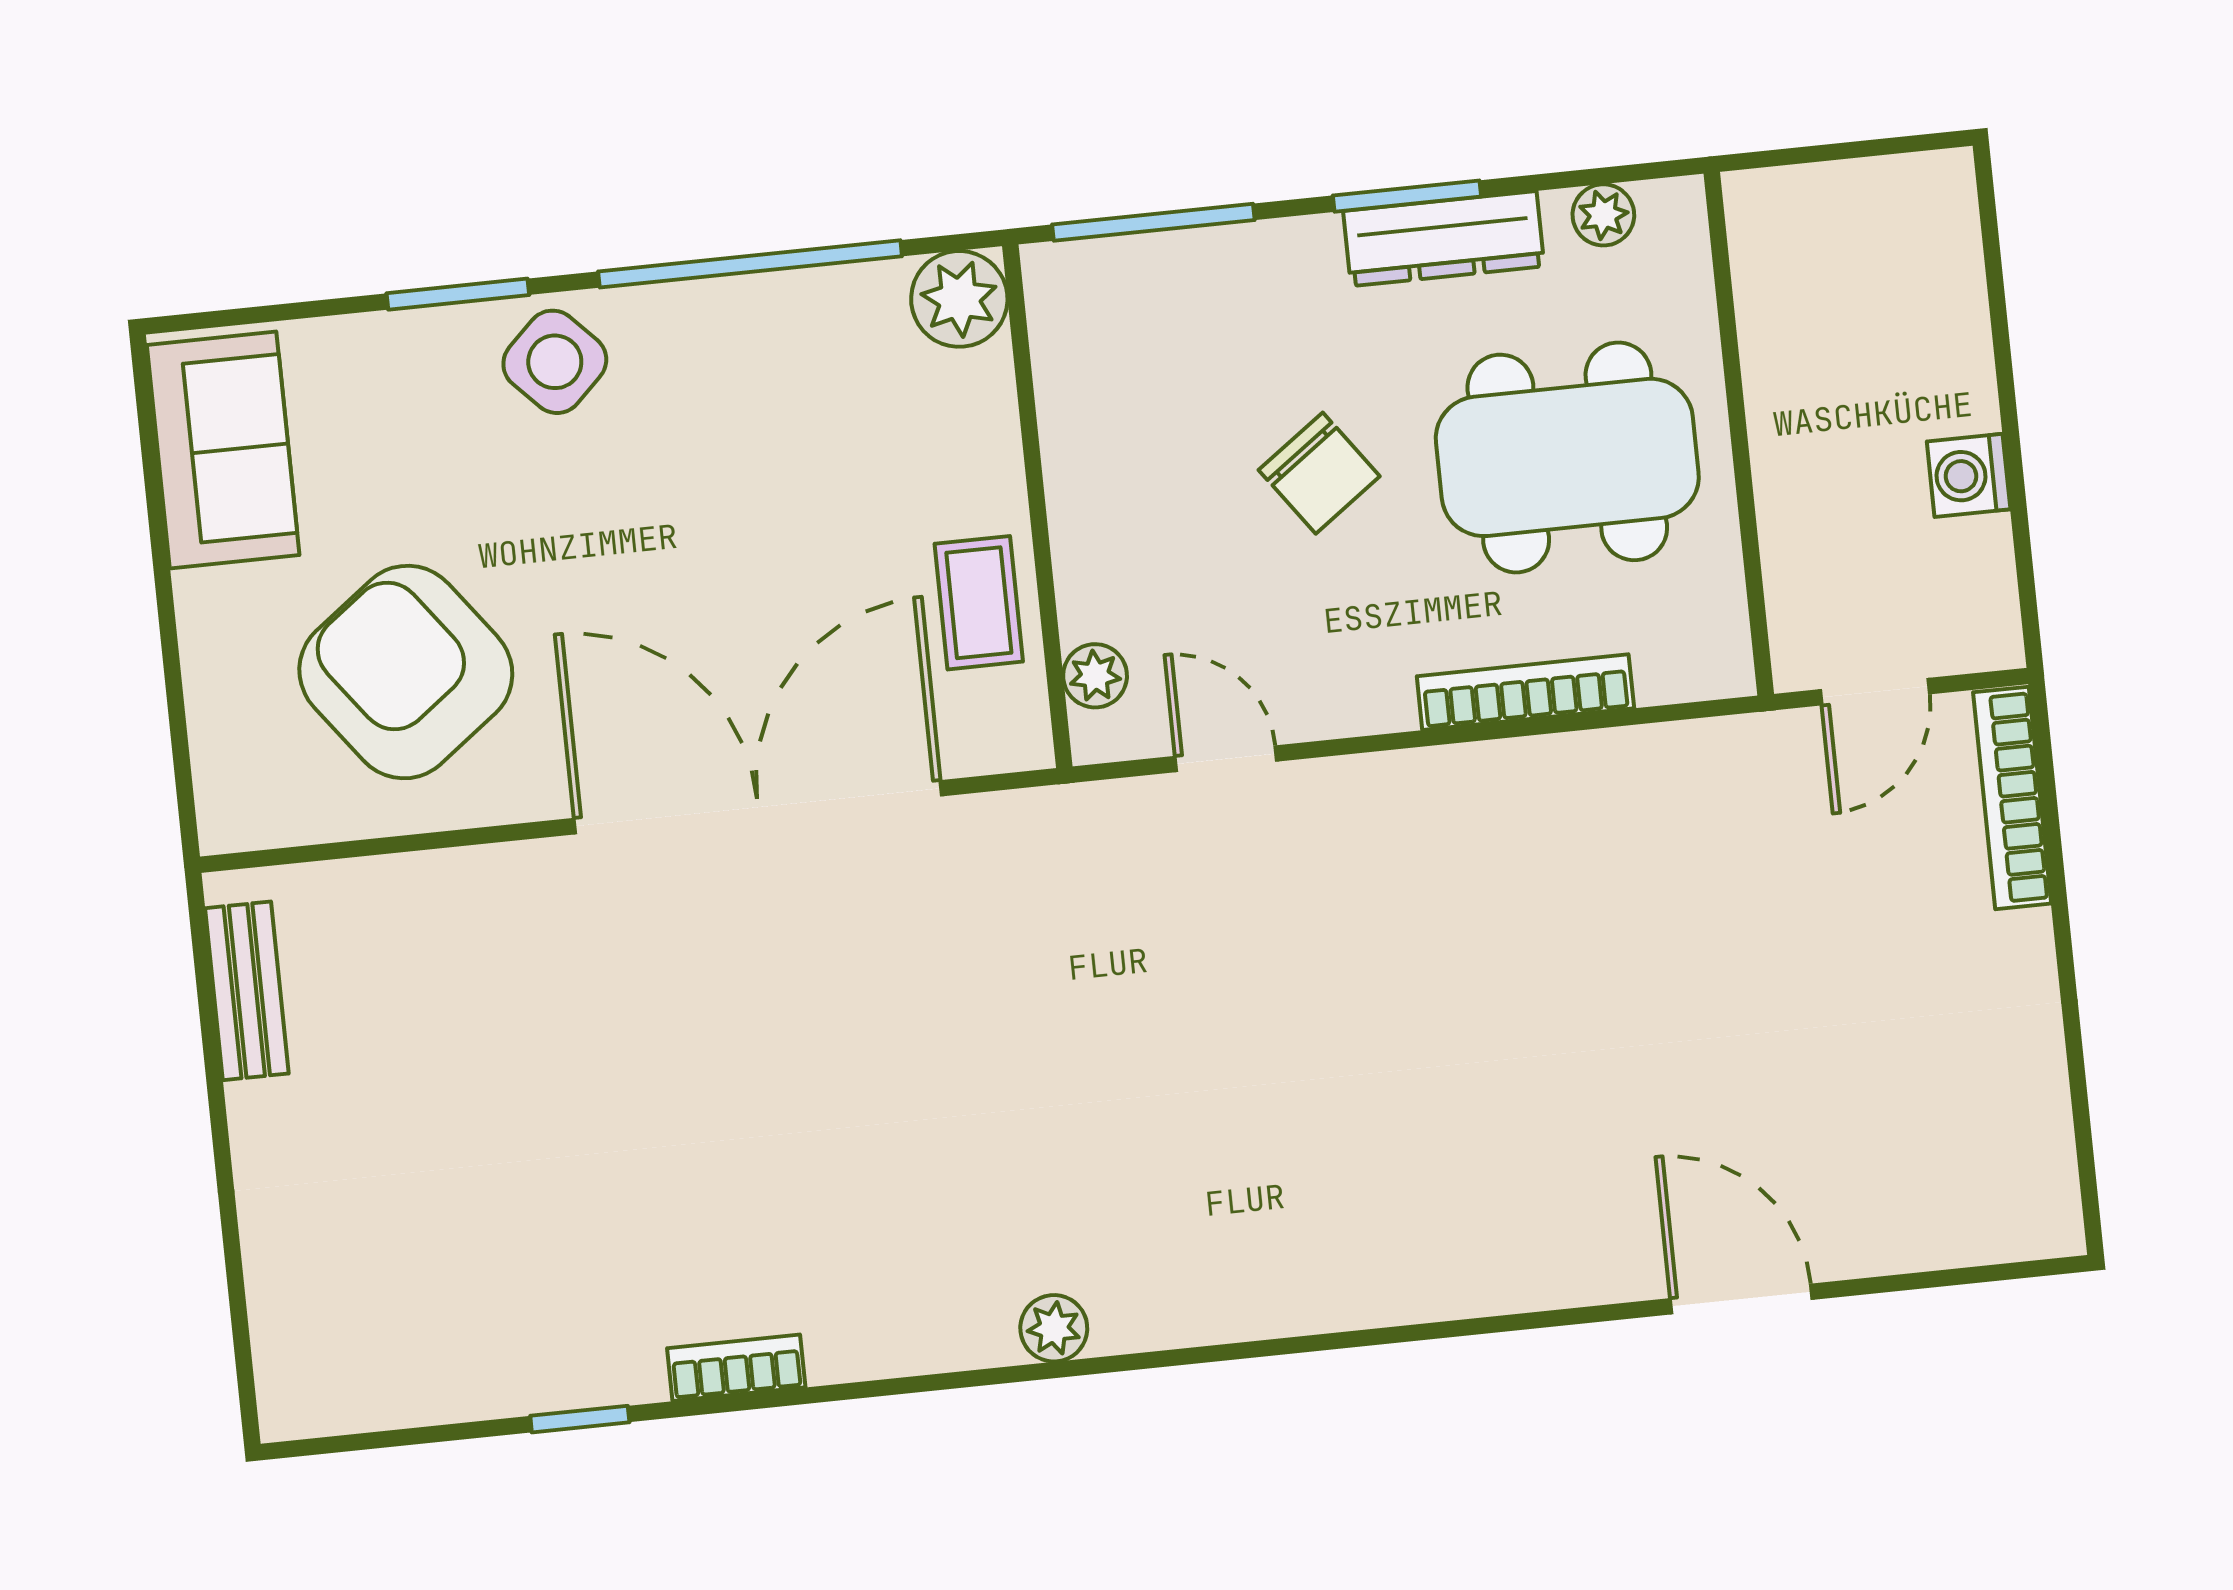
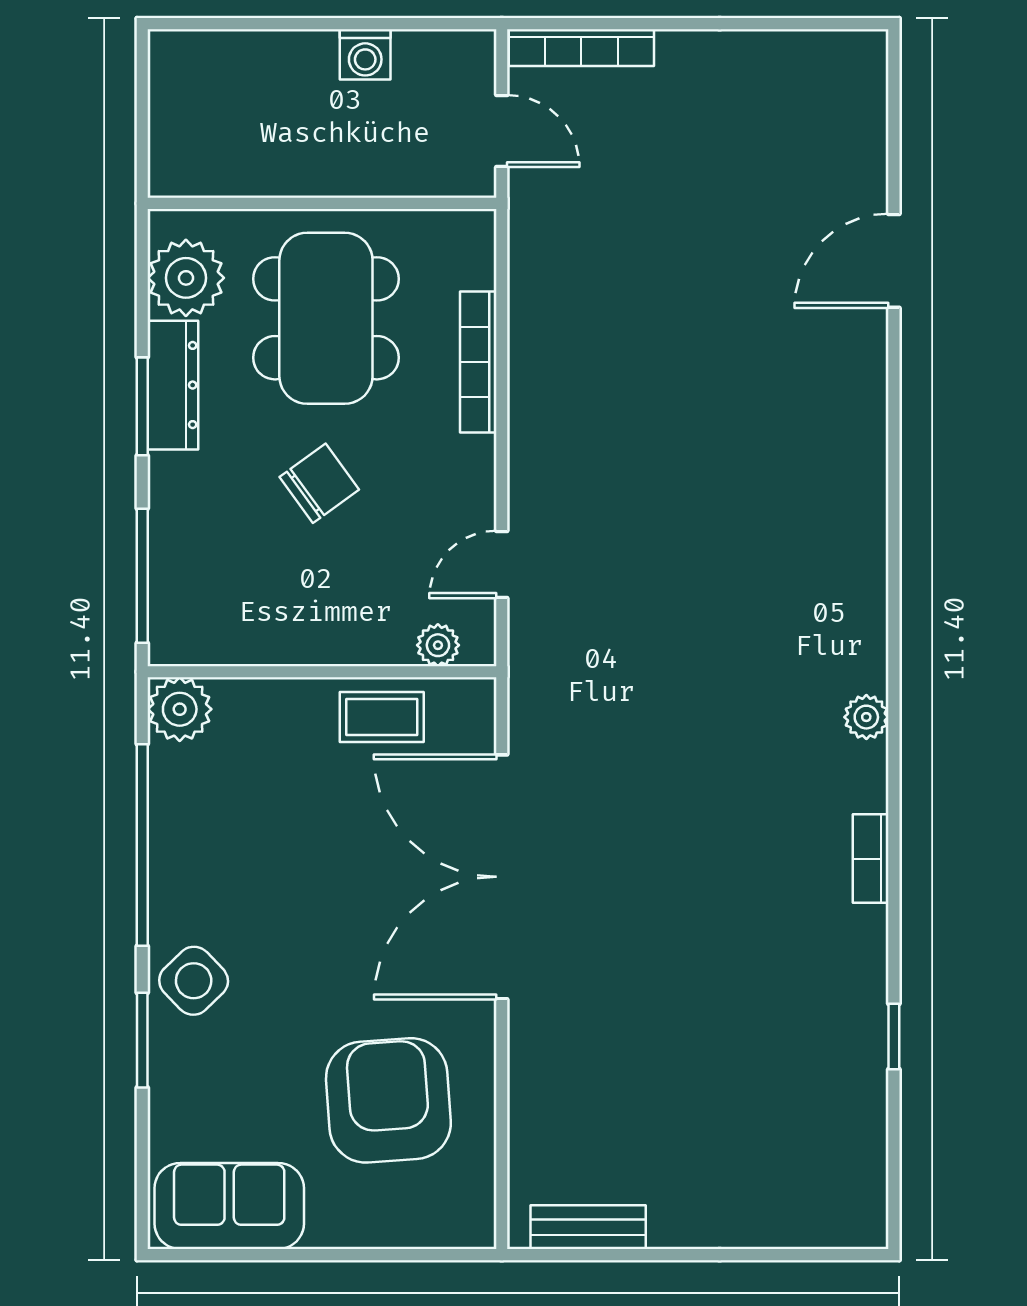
plant: (1603, 215) -> (186, 278), width x1.87, depth x1.87
armchair: (406, 672) -> (388, 1100), turned 123
bookcase: (736, 1368) -> (871, 859), moved

